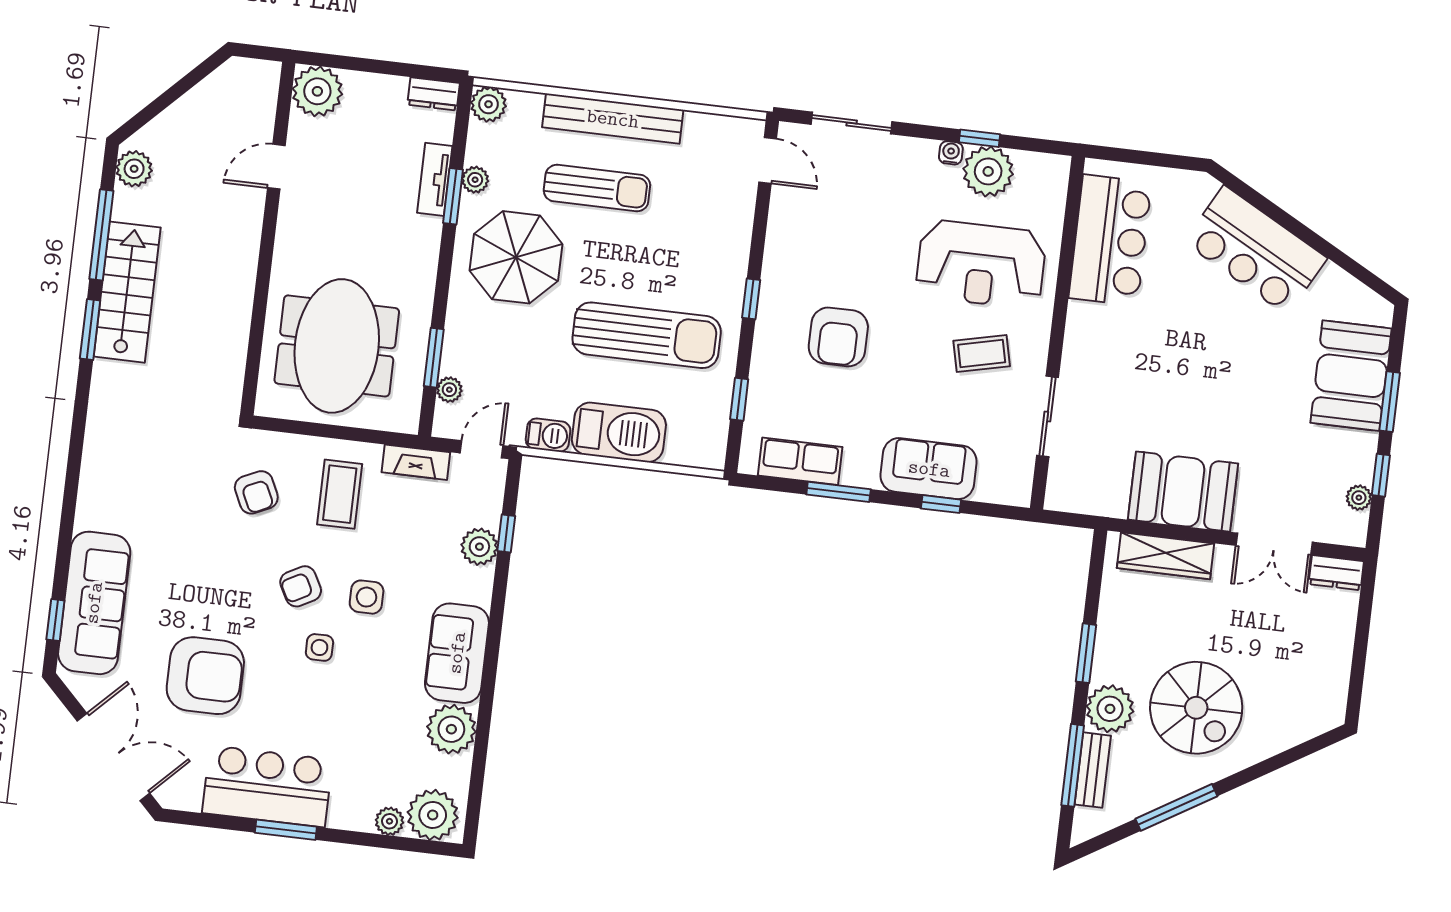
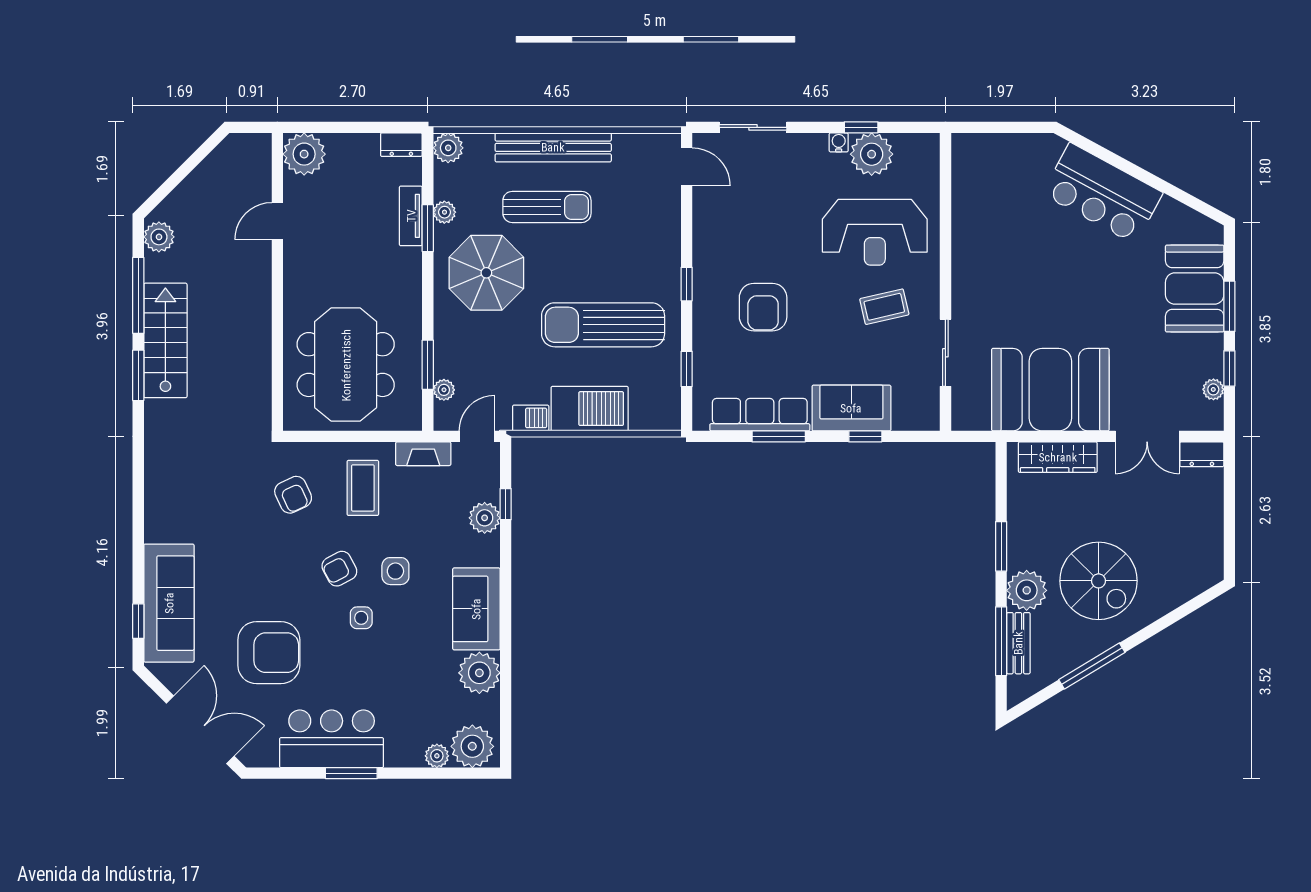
bar counter: (1110, 240) -> (980, 199), removed
sun lounger: (647, 335) -> (603, 325), turned 180
row of seats: (800, 461) -> (760, 415), width x1.48
booth: (1183, 492) -> (1050, 390), width x1.36, depth x1.42

